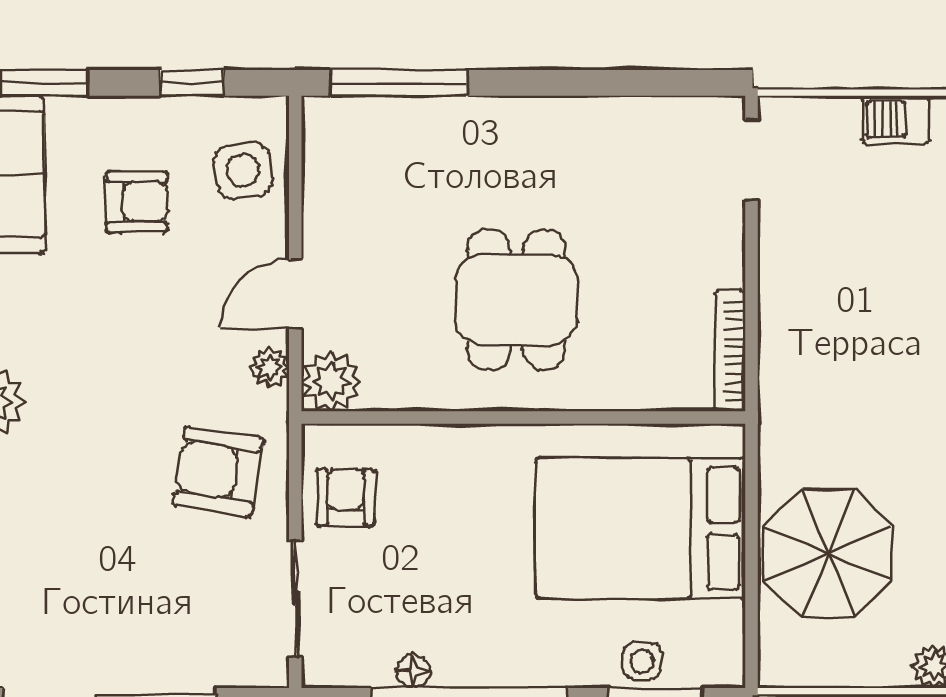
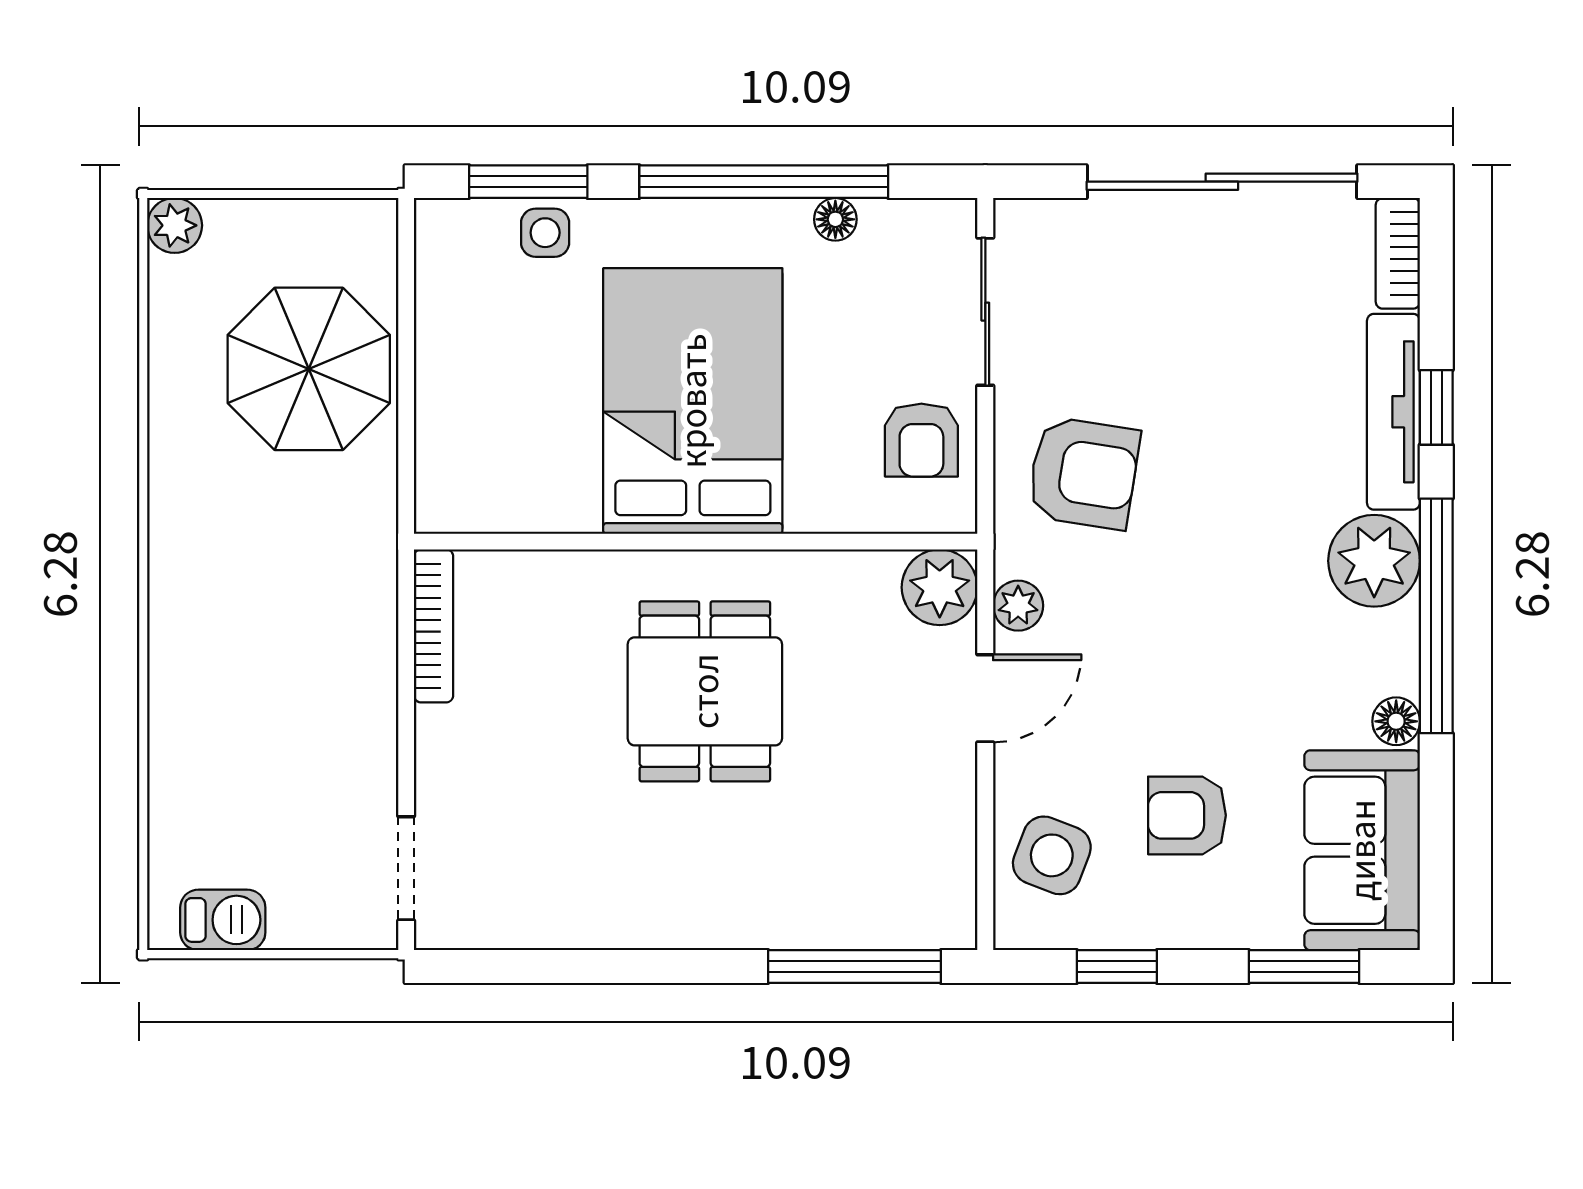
side table: (243, 170) -> (1052, 855), turned 30
bed: (641, 528) -> (693, 401), moved, turned -90

